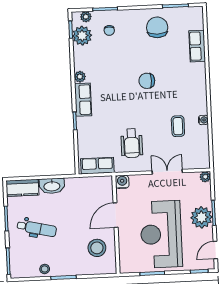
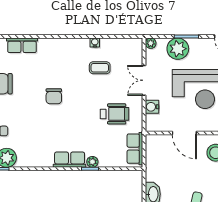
plant: (80, 77) -> (92, 162), moved
water cooler: (122, 182) -> (152, 107), moved
plant: (201, 217) -> (178, 49), moved

